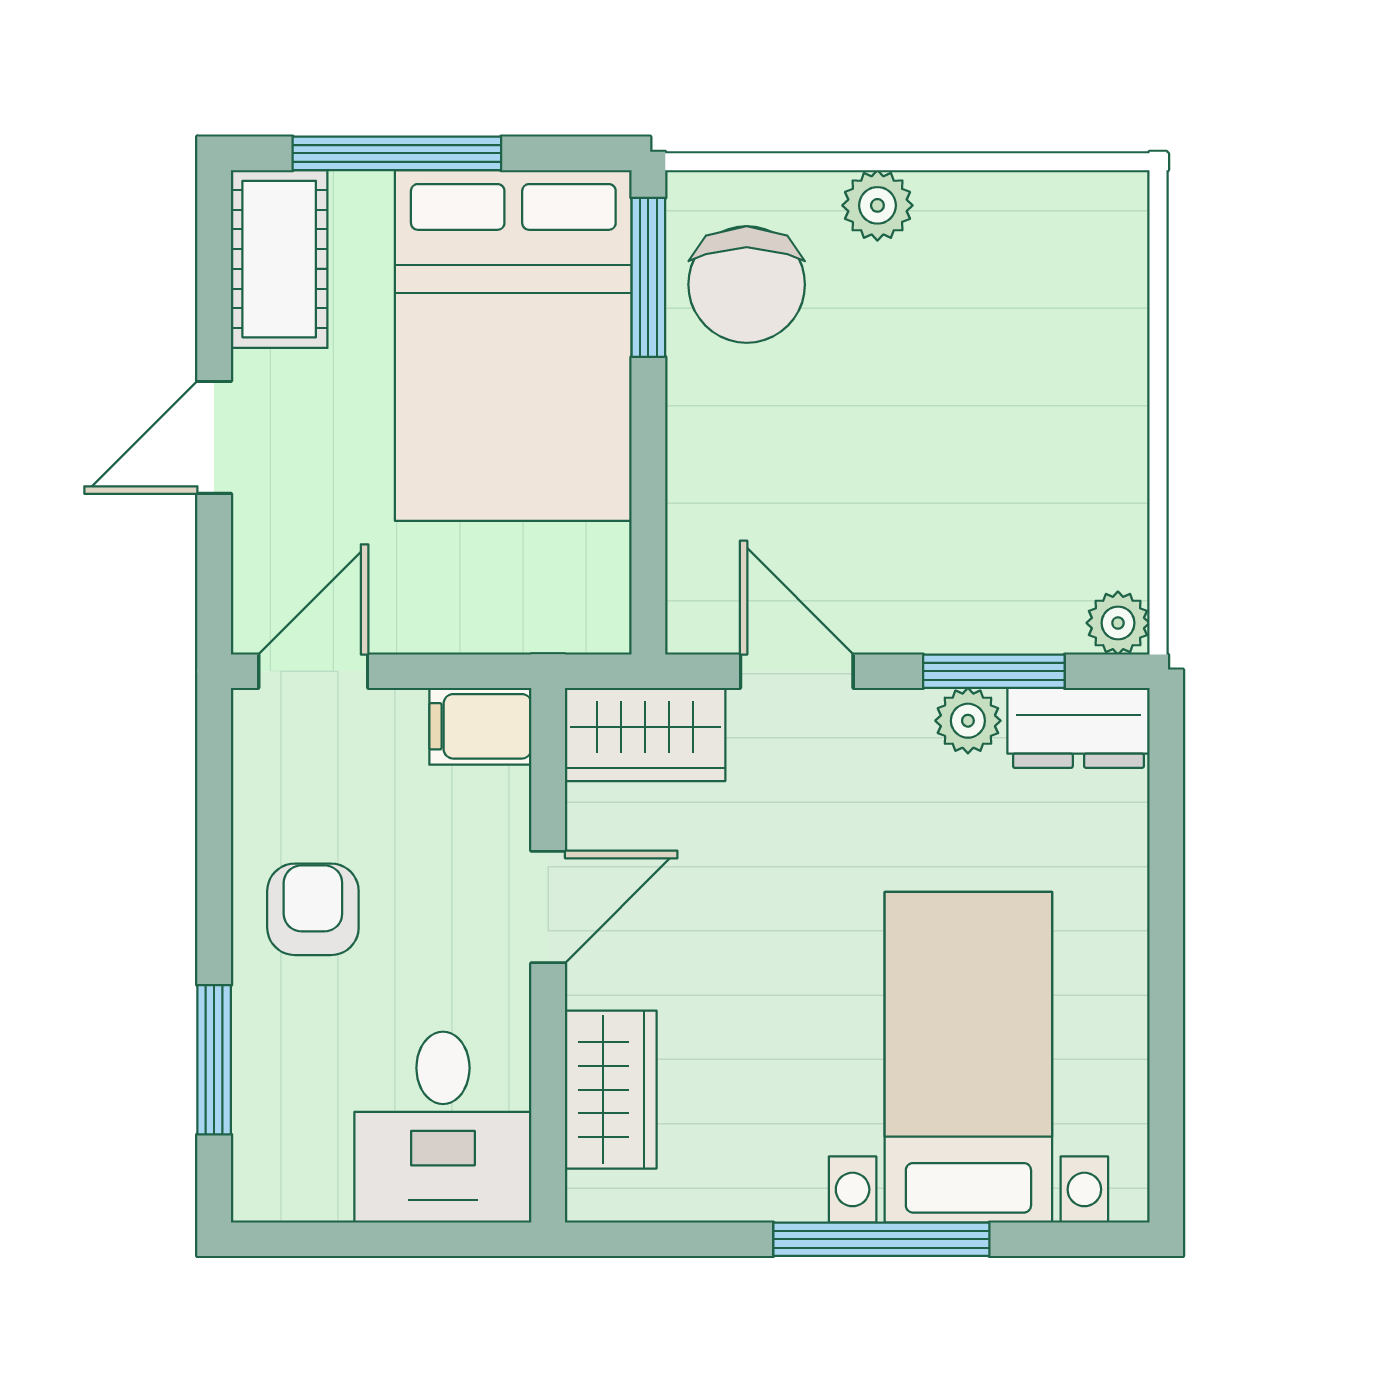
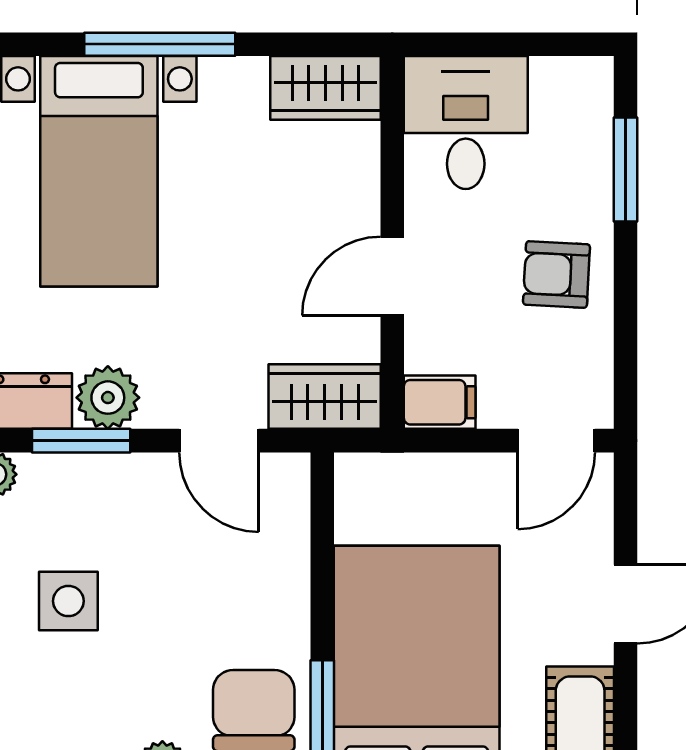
side table: (1012, 442) -> (68, 601), added
plant: (968, 721) -> (108, 398), width x1.38, depth x1.38
armchair: (313, 909) -> (556, 274), turned 93
wardrobe: (611, 1090) -> (325, 88), moved, turned -90

